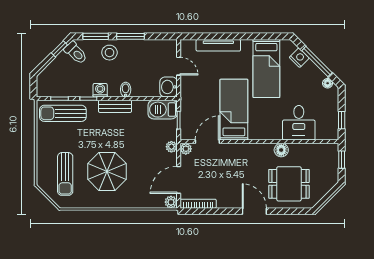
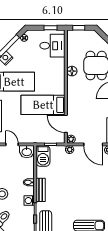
door: (179, 66) -> (12, 144), hinge flipped
desk: (299, 123) -> (52, 46), moved
parasol: (107, 171) -> (87, 196), removed

